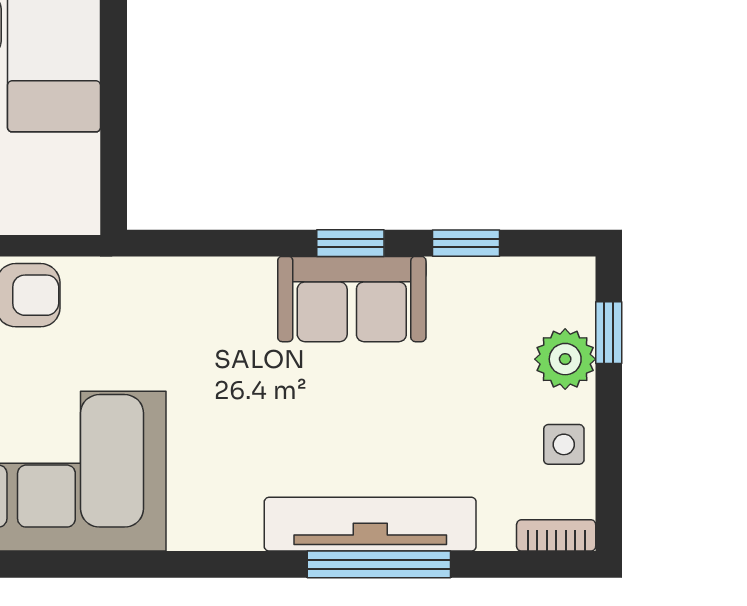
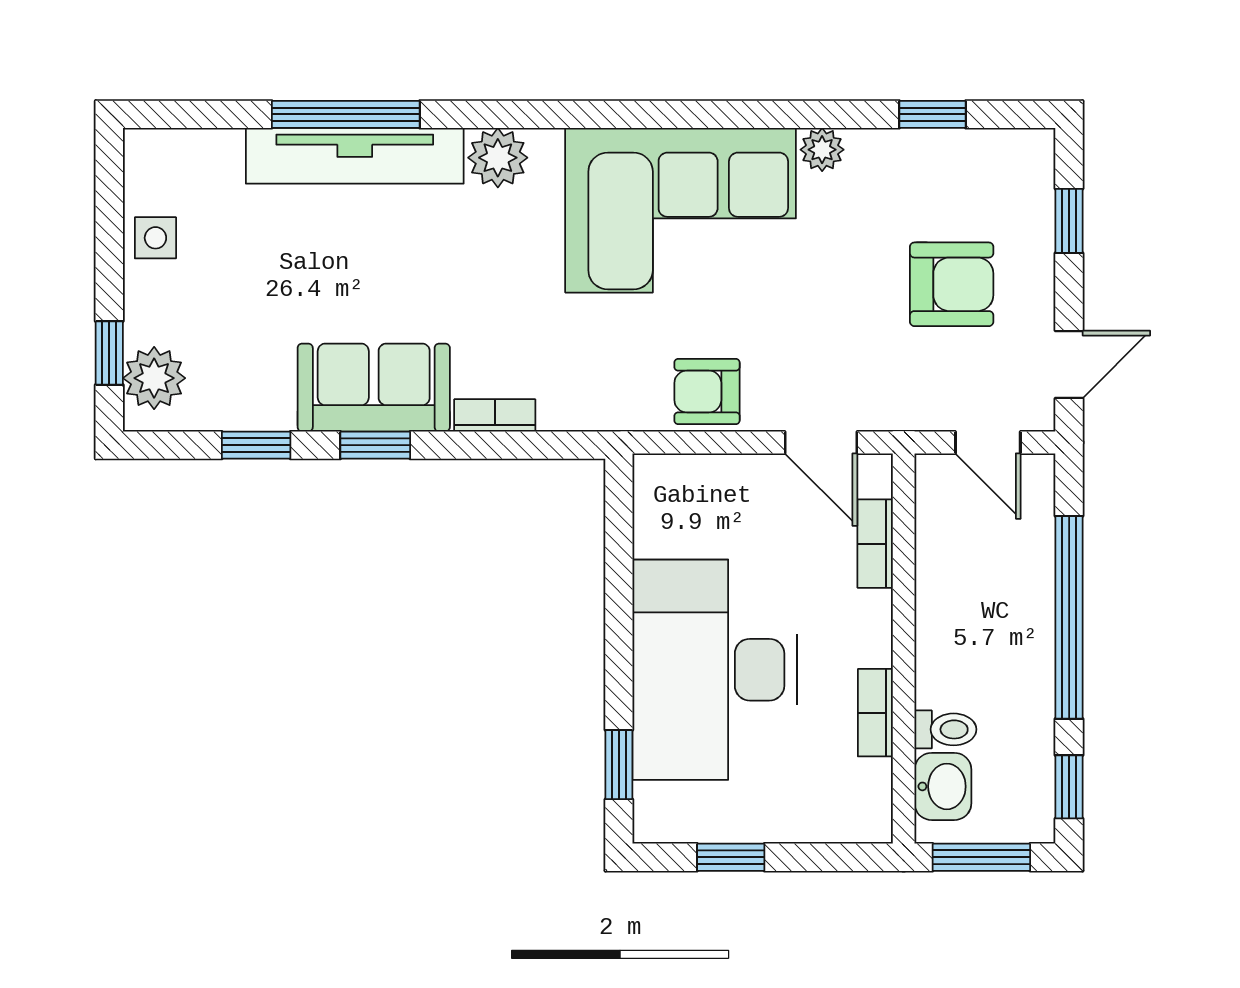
plant: (565, 359) -> (154, 378), moved
plant: (231, 522) -> (498, 158), added
bookcase: (556, 535) -> (495, 415), moved, turned 180

